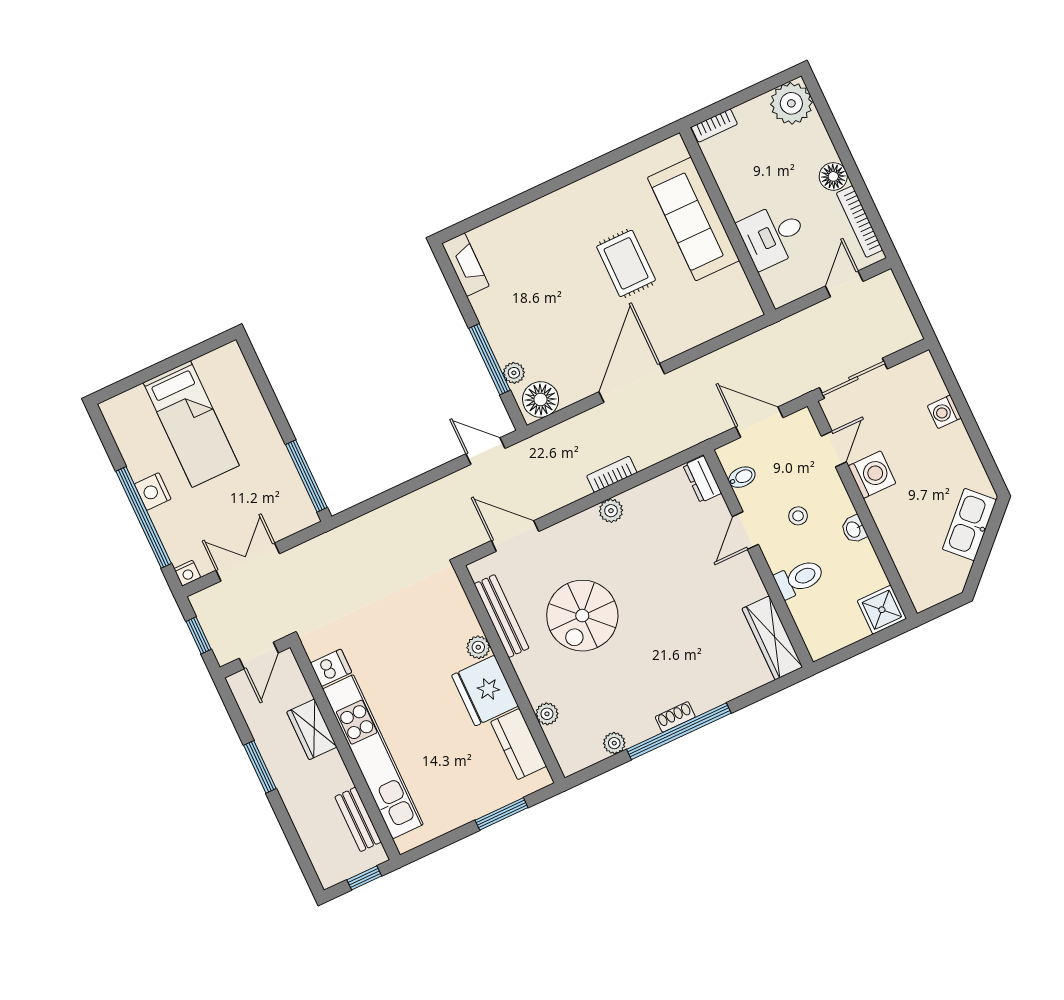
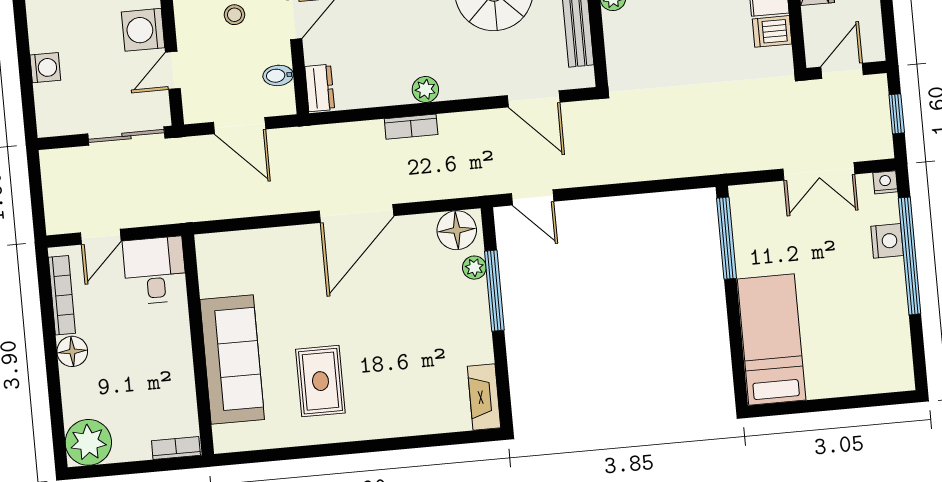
desk: (773, 235) -> (155, 270), moved, turned -90
rug: (626, 263) -> (320, 381), moved
bed: (191, 424) -> (772, 340), moved
nightstand: (153, 491) -> (887, 241), moved

